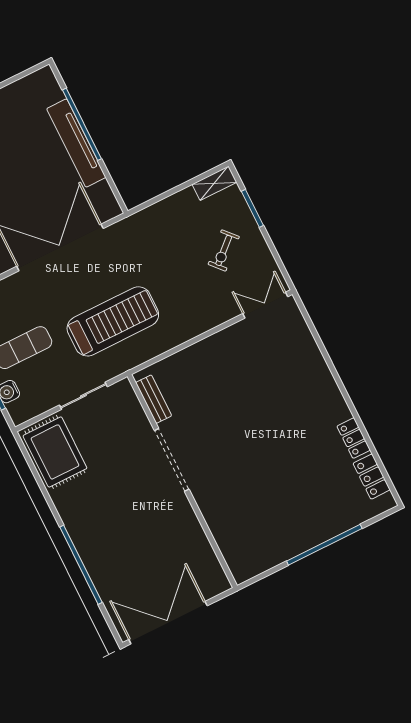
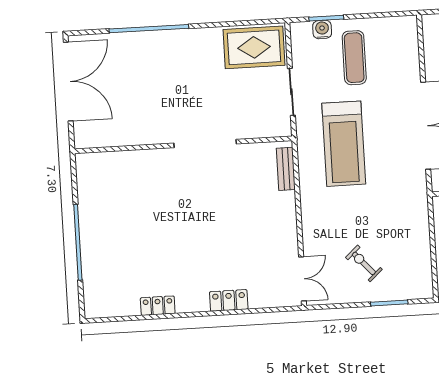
shelving: (214, 183) -> (424, 280), removed
bench: (154, 399) -> (286, 169), moved, turned 90
locker: (372, 477) -> (229, 300), moved

